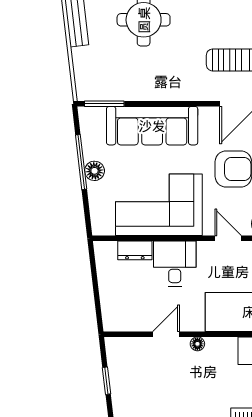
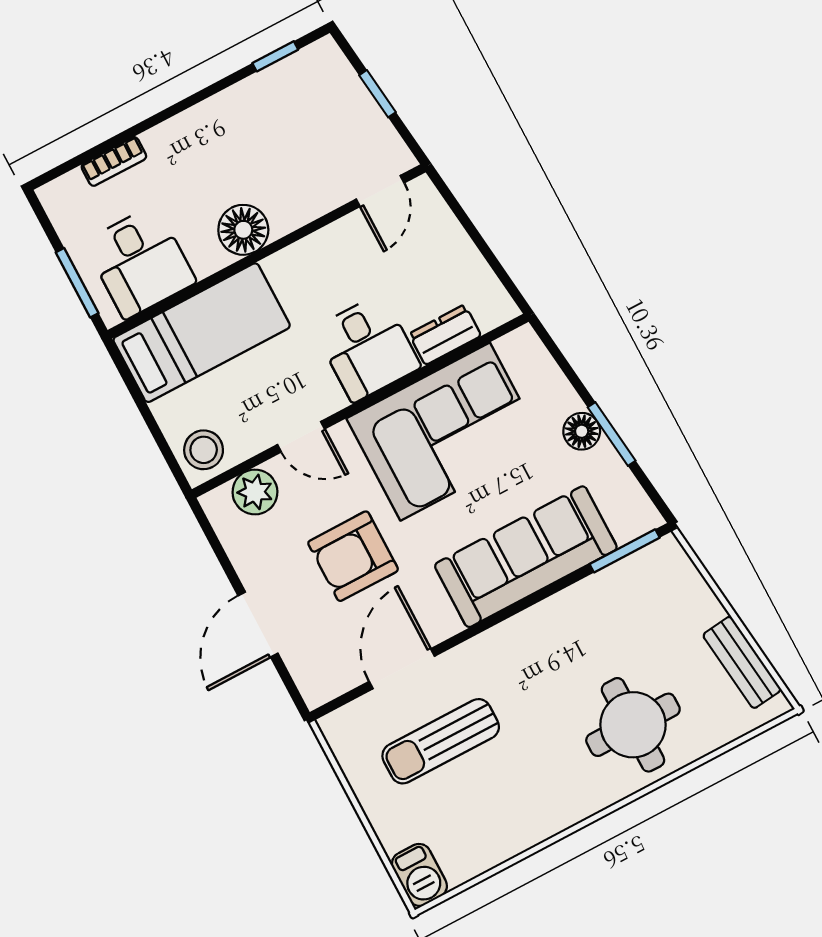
window: (81, 162) -> (612, 434), width x0.69
door: (166, 334) -> (380, 191), moved
floor lamp: (197, 344) -> (243, 230), width x1.89, depth x1.89

